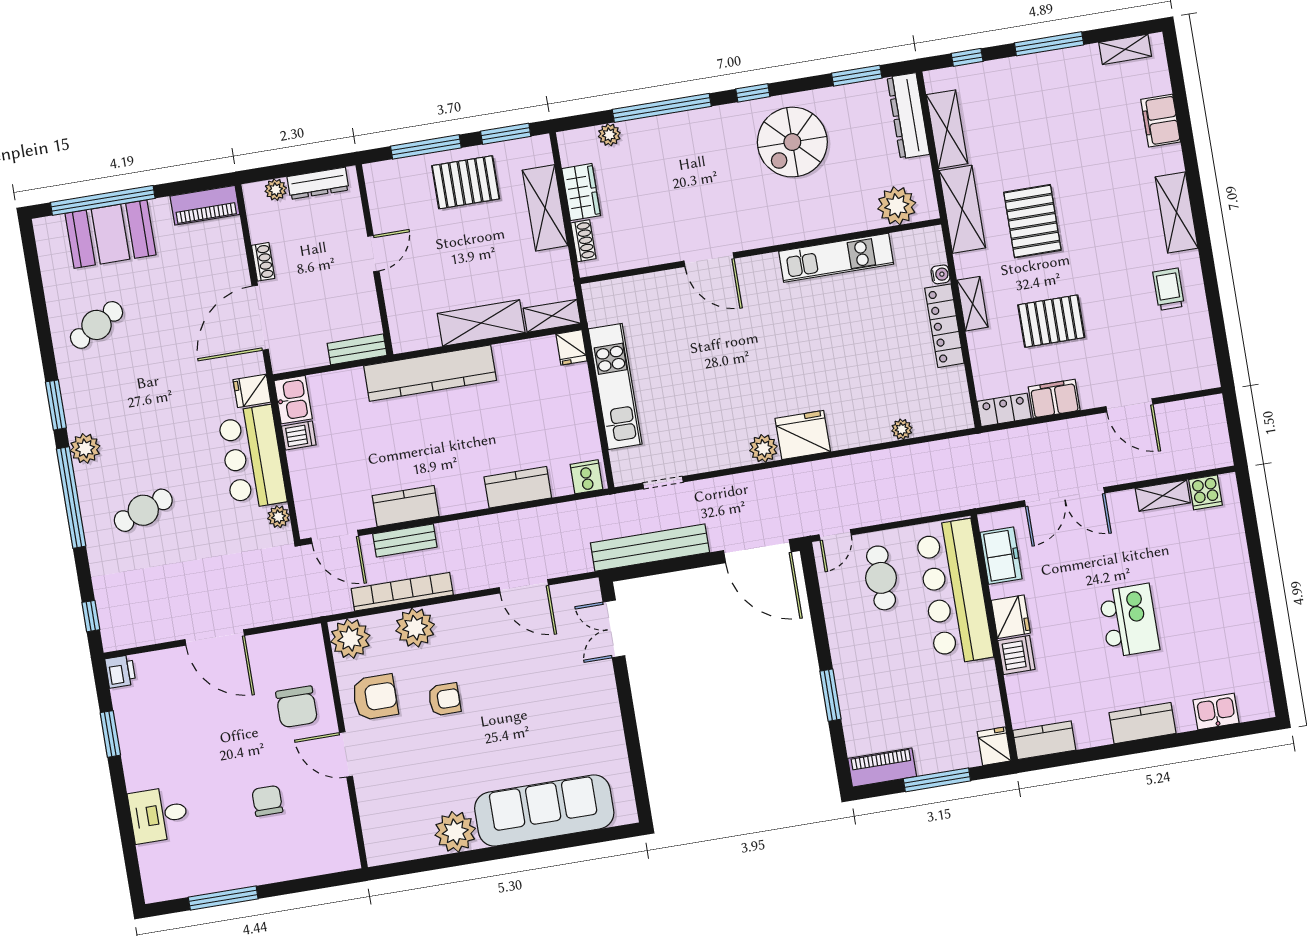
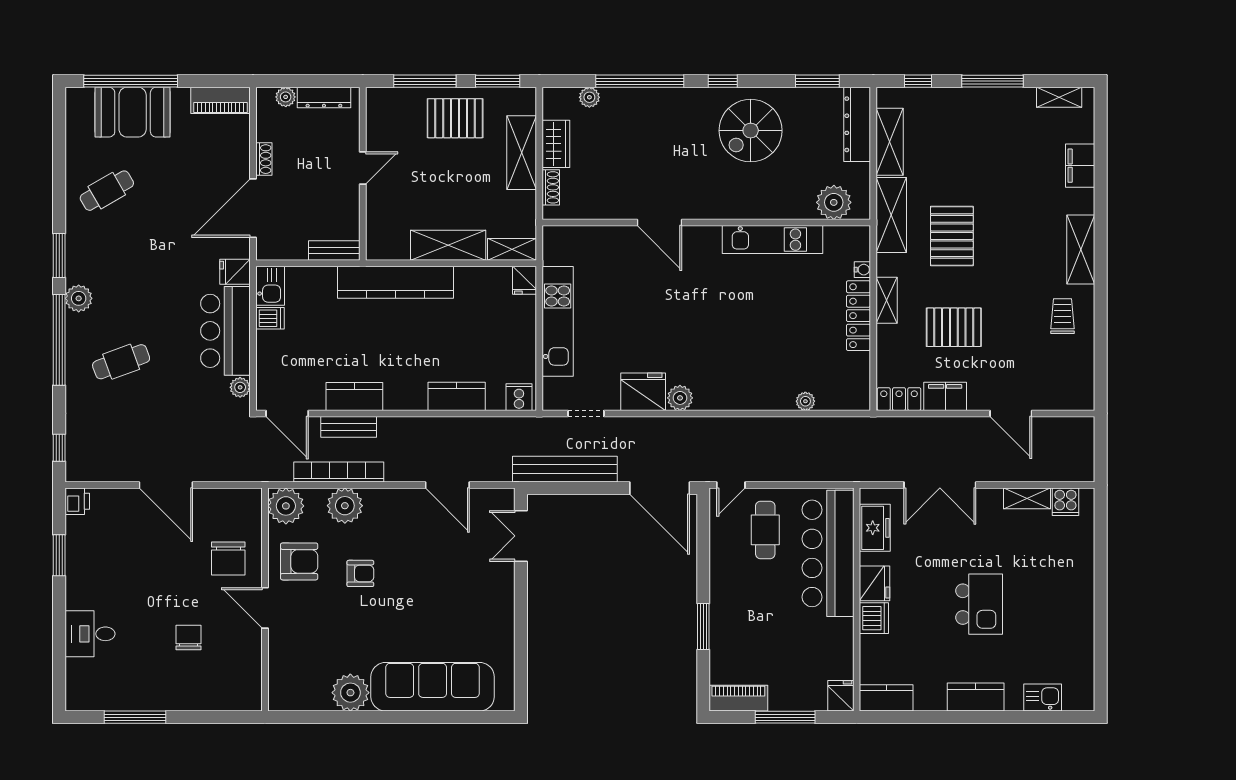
fridge: (803, 435) -> (643, 392), moved

